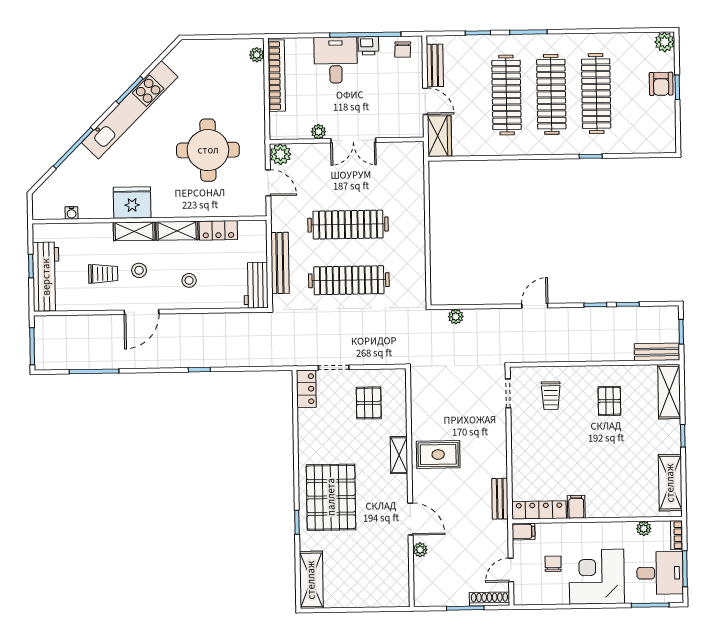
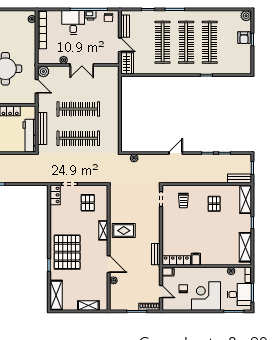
workbench: (256, 285) -> (29, 136), width x1.38
door: (511, 570) -> (161, 292), swing flipped
shelving: (373, 598) -> (88, 305), added

